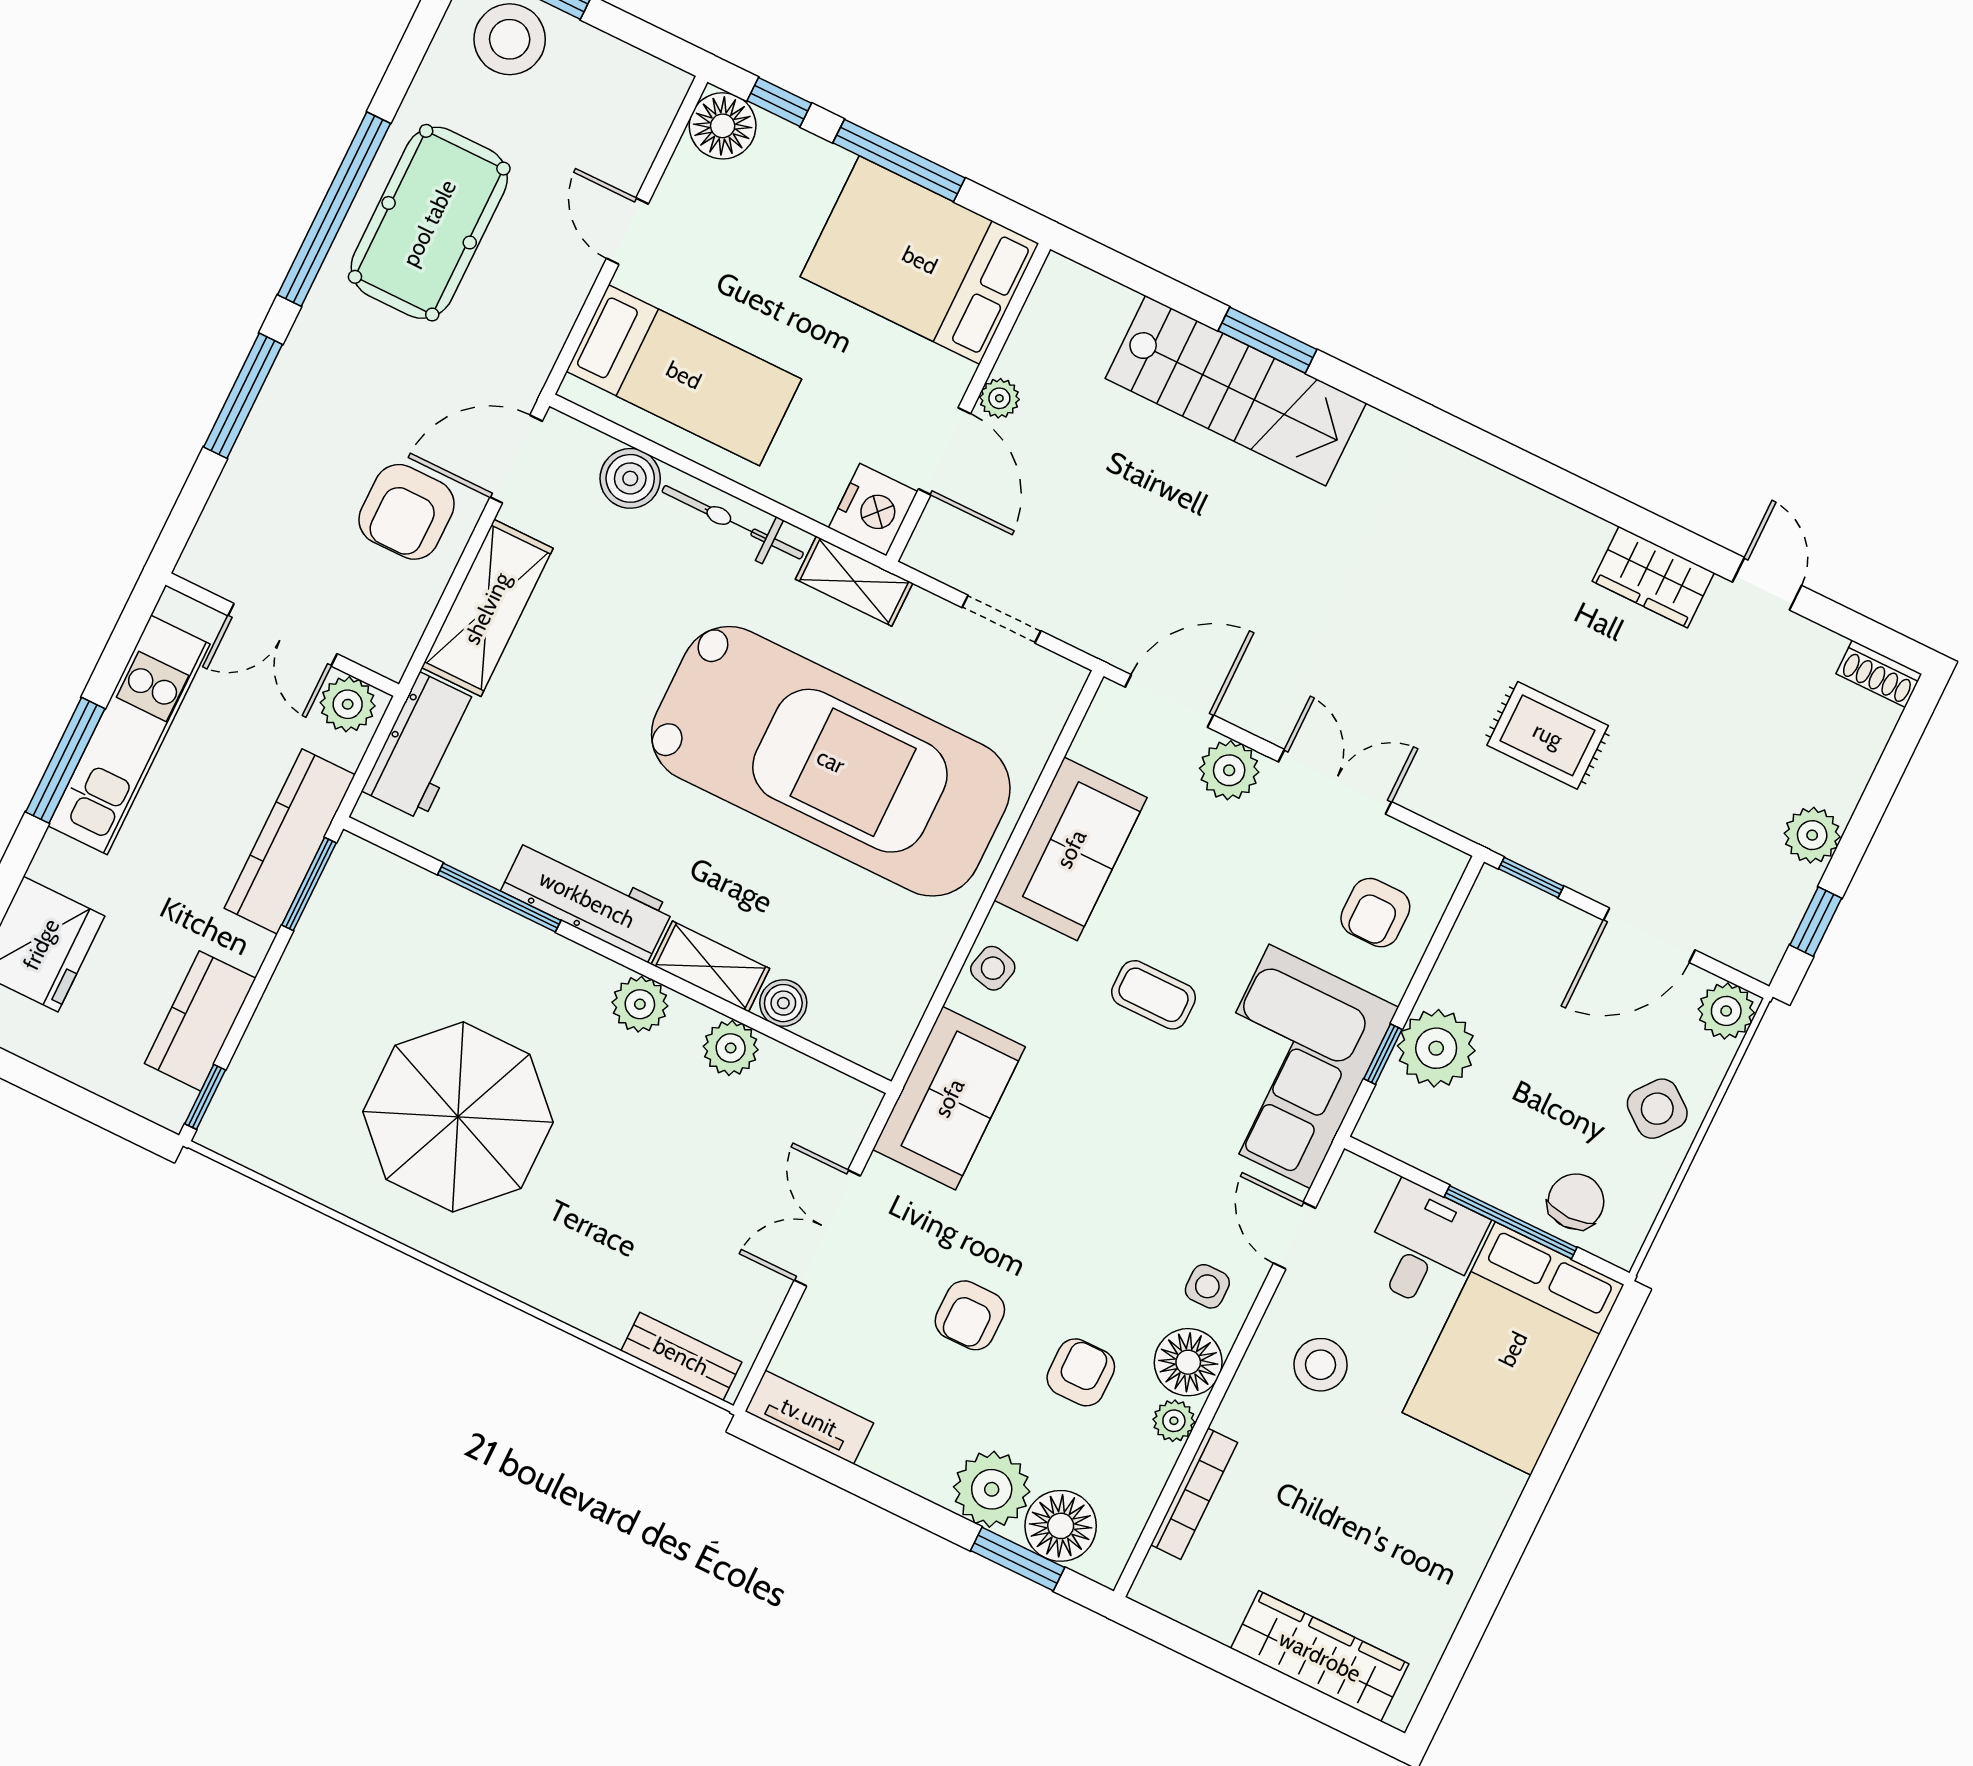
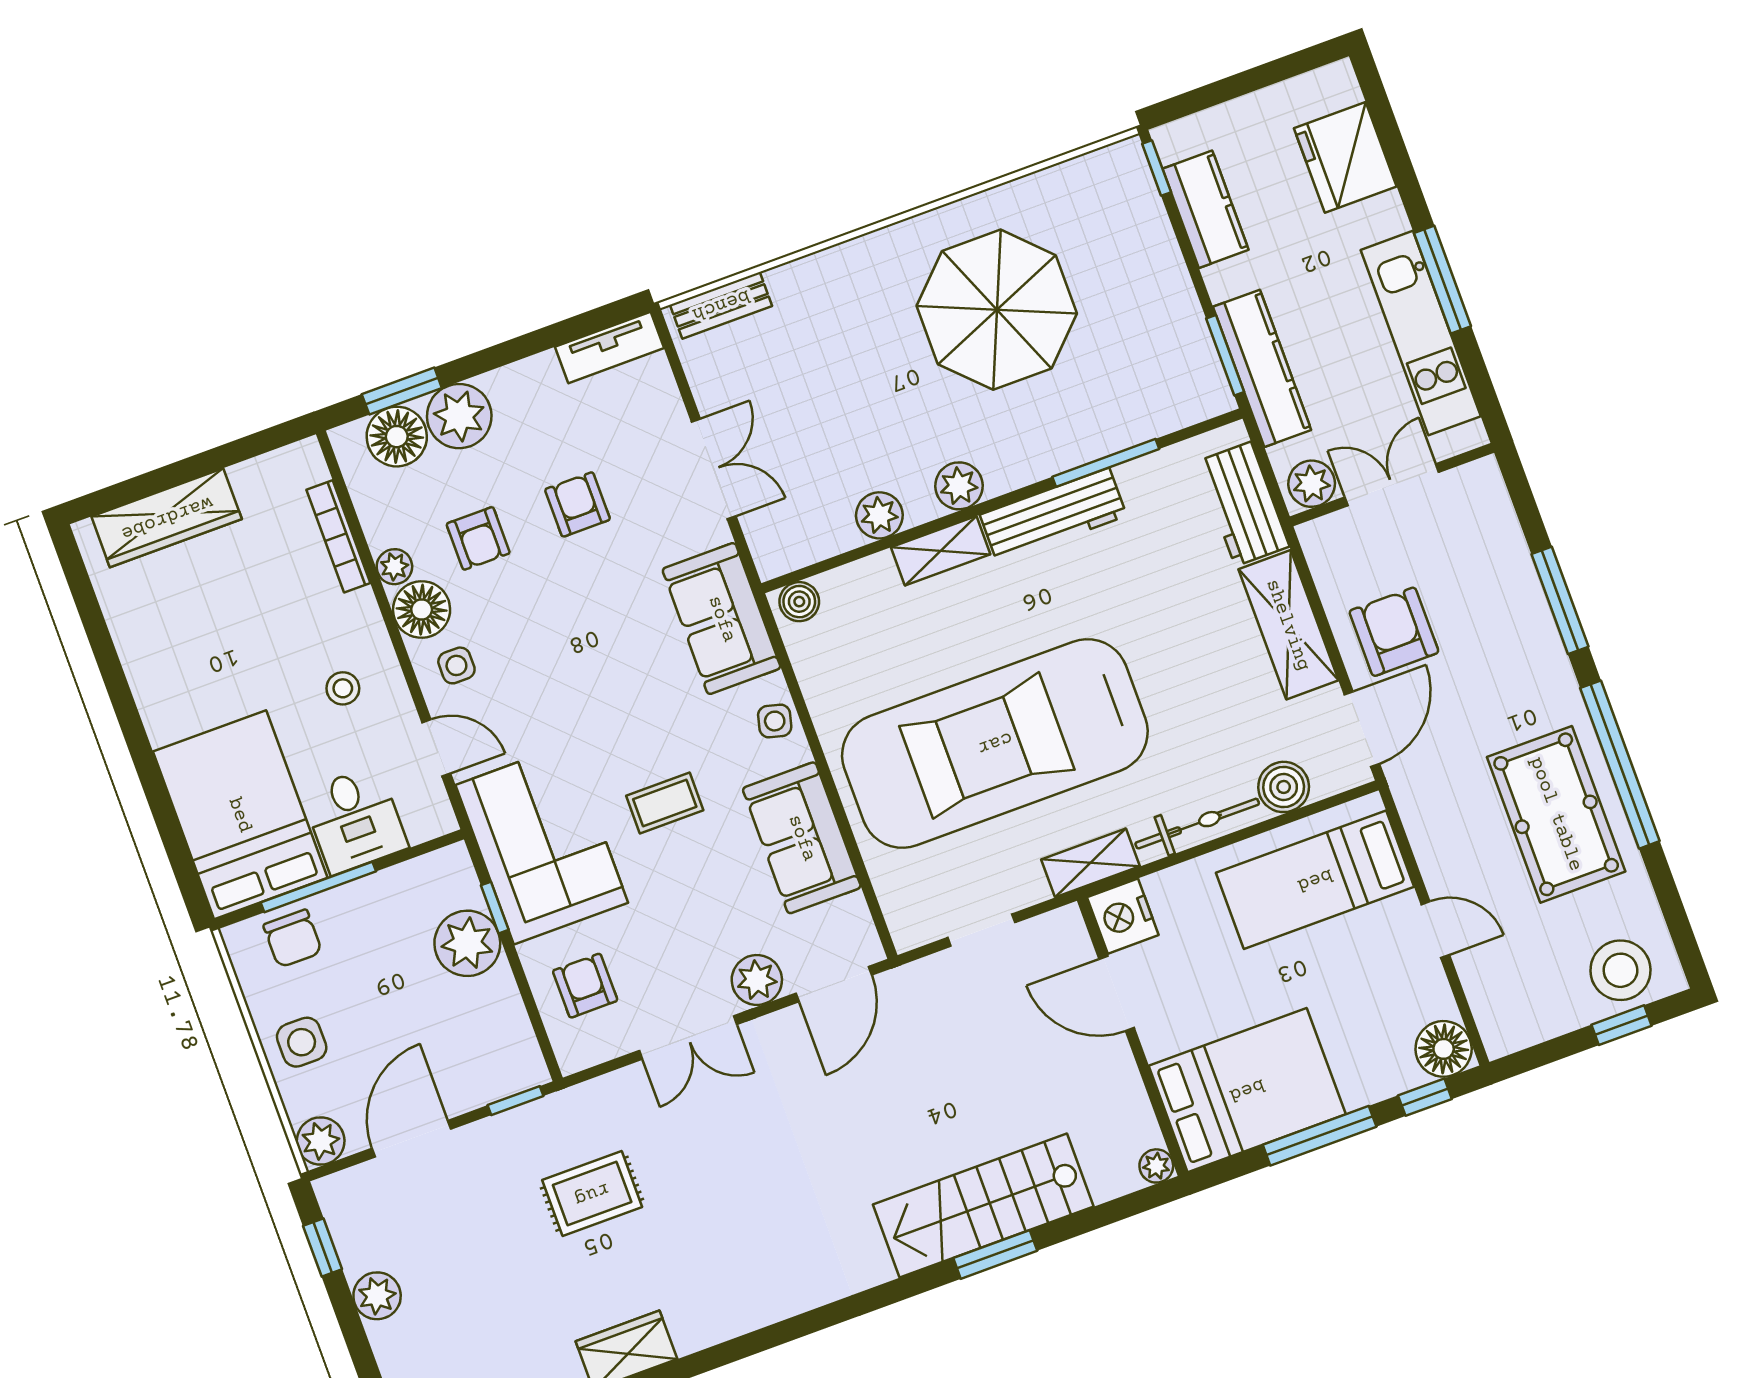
plant: (999, 398) -> (1156, 1166), moved
boiler: (783, 1003) -> (799, 602), moved
side table: (1657, 1109) -> (302, 1042), turned -38
stool: (1320, 1365) -> (343, 688), width x0.73, depth x0.73

